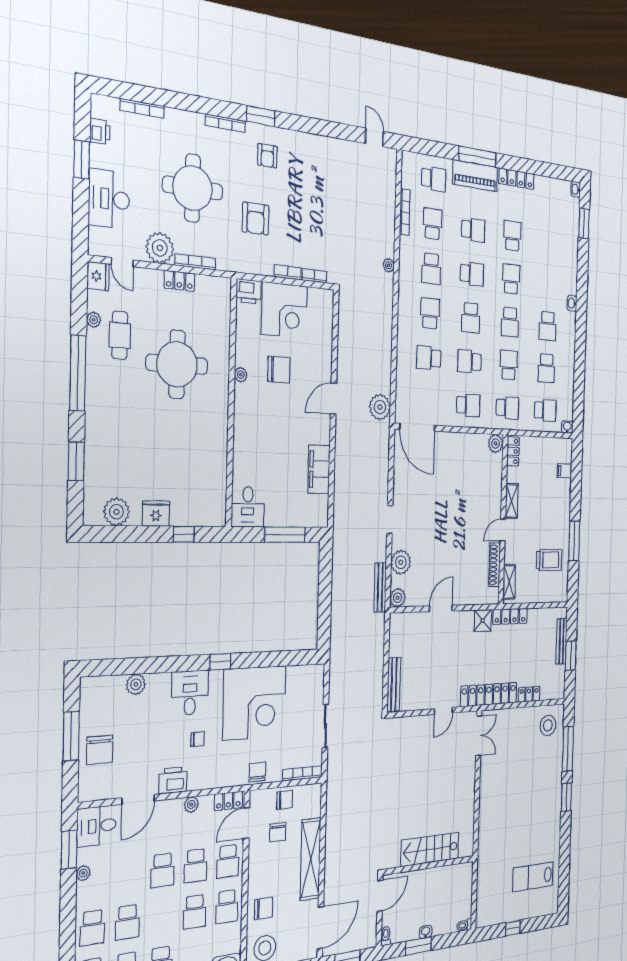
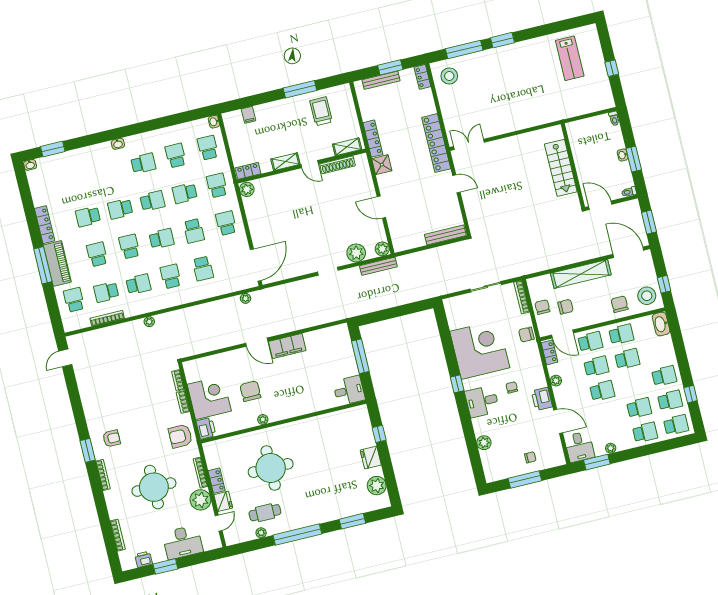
armchair: (256, 219) -> (180, 436), moved, turned 180
fridge: (98, 276) -> (223, 501), moved, turned 90
school desk: (430, 313) -> (171, 276), turned 90
school desk: (546, 368) -> (176, 156), turned -90
plant: (380, 407) -> (246, 298), width x0.53, depth x0.53
filing cabinet: (319, 469) -> (287, 346), moved
locker: (529, 694) -> (422, 77), moved
chair: (100, 750) -> (530, 457), width x0.54, depth x0.54

